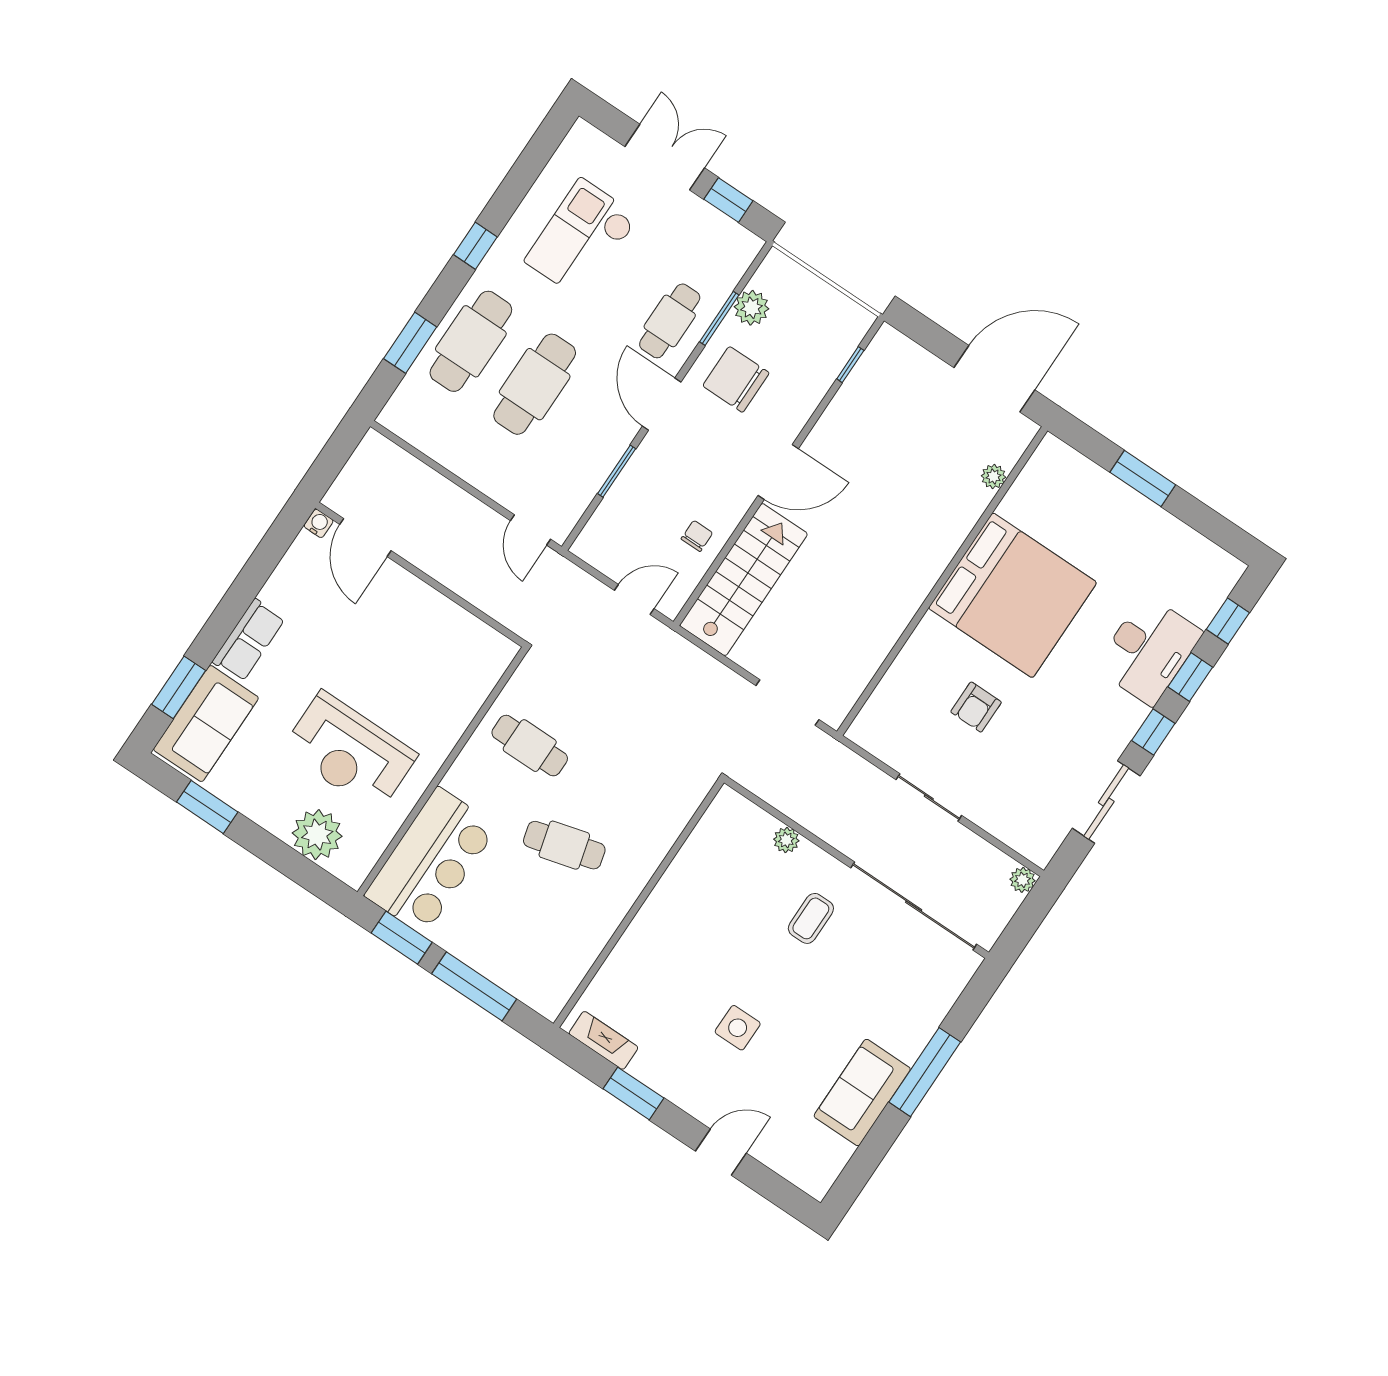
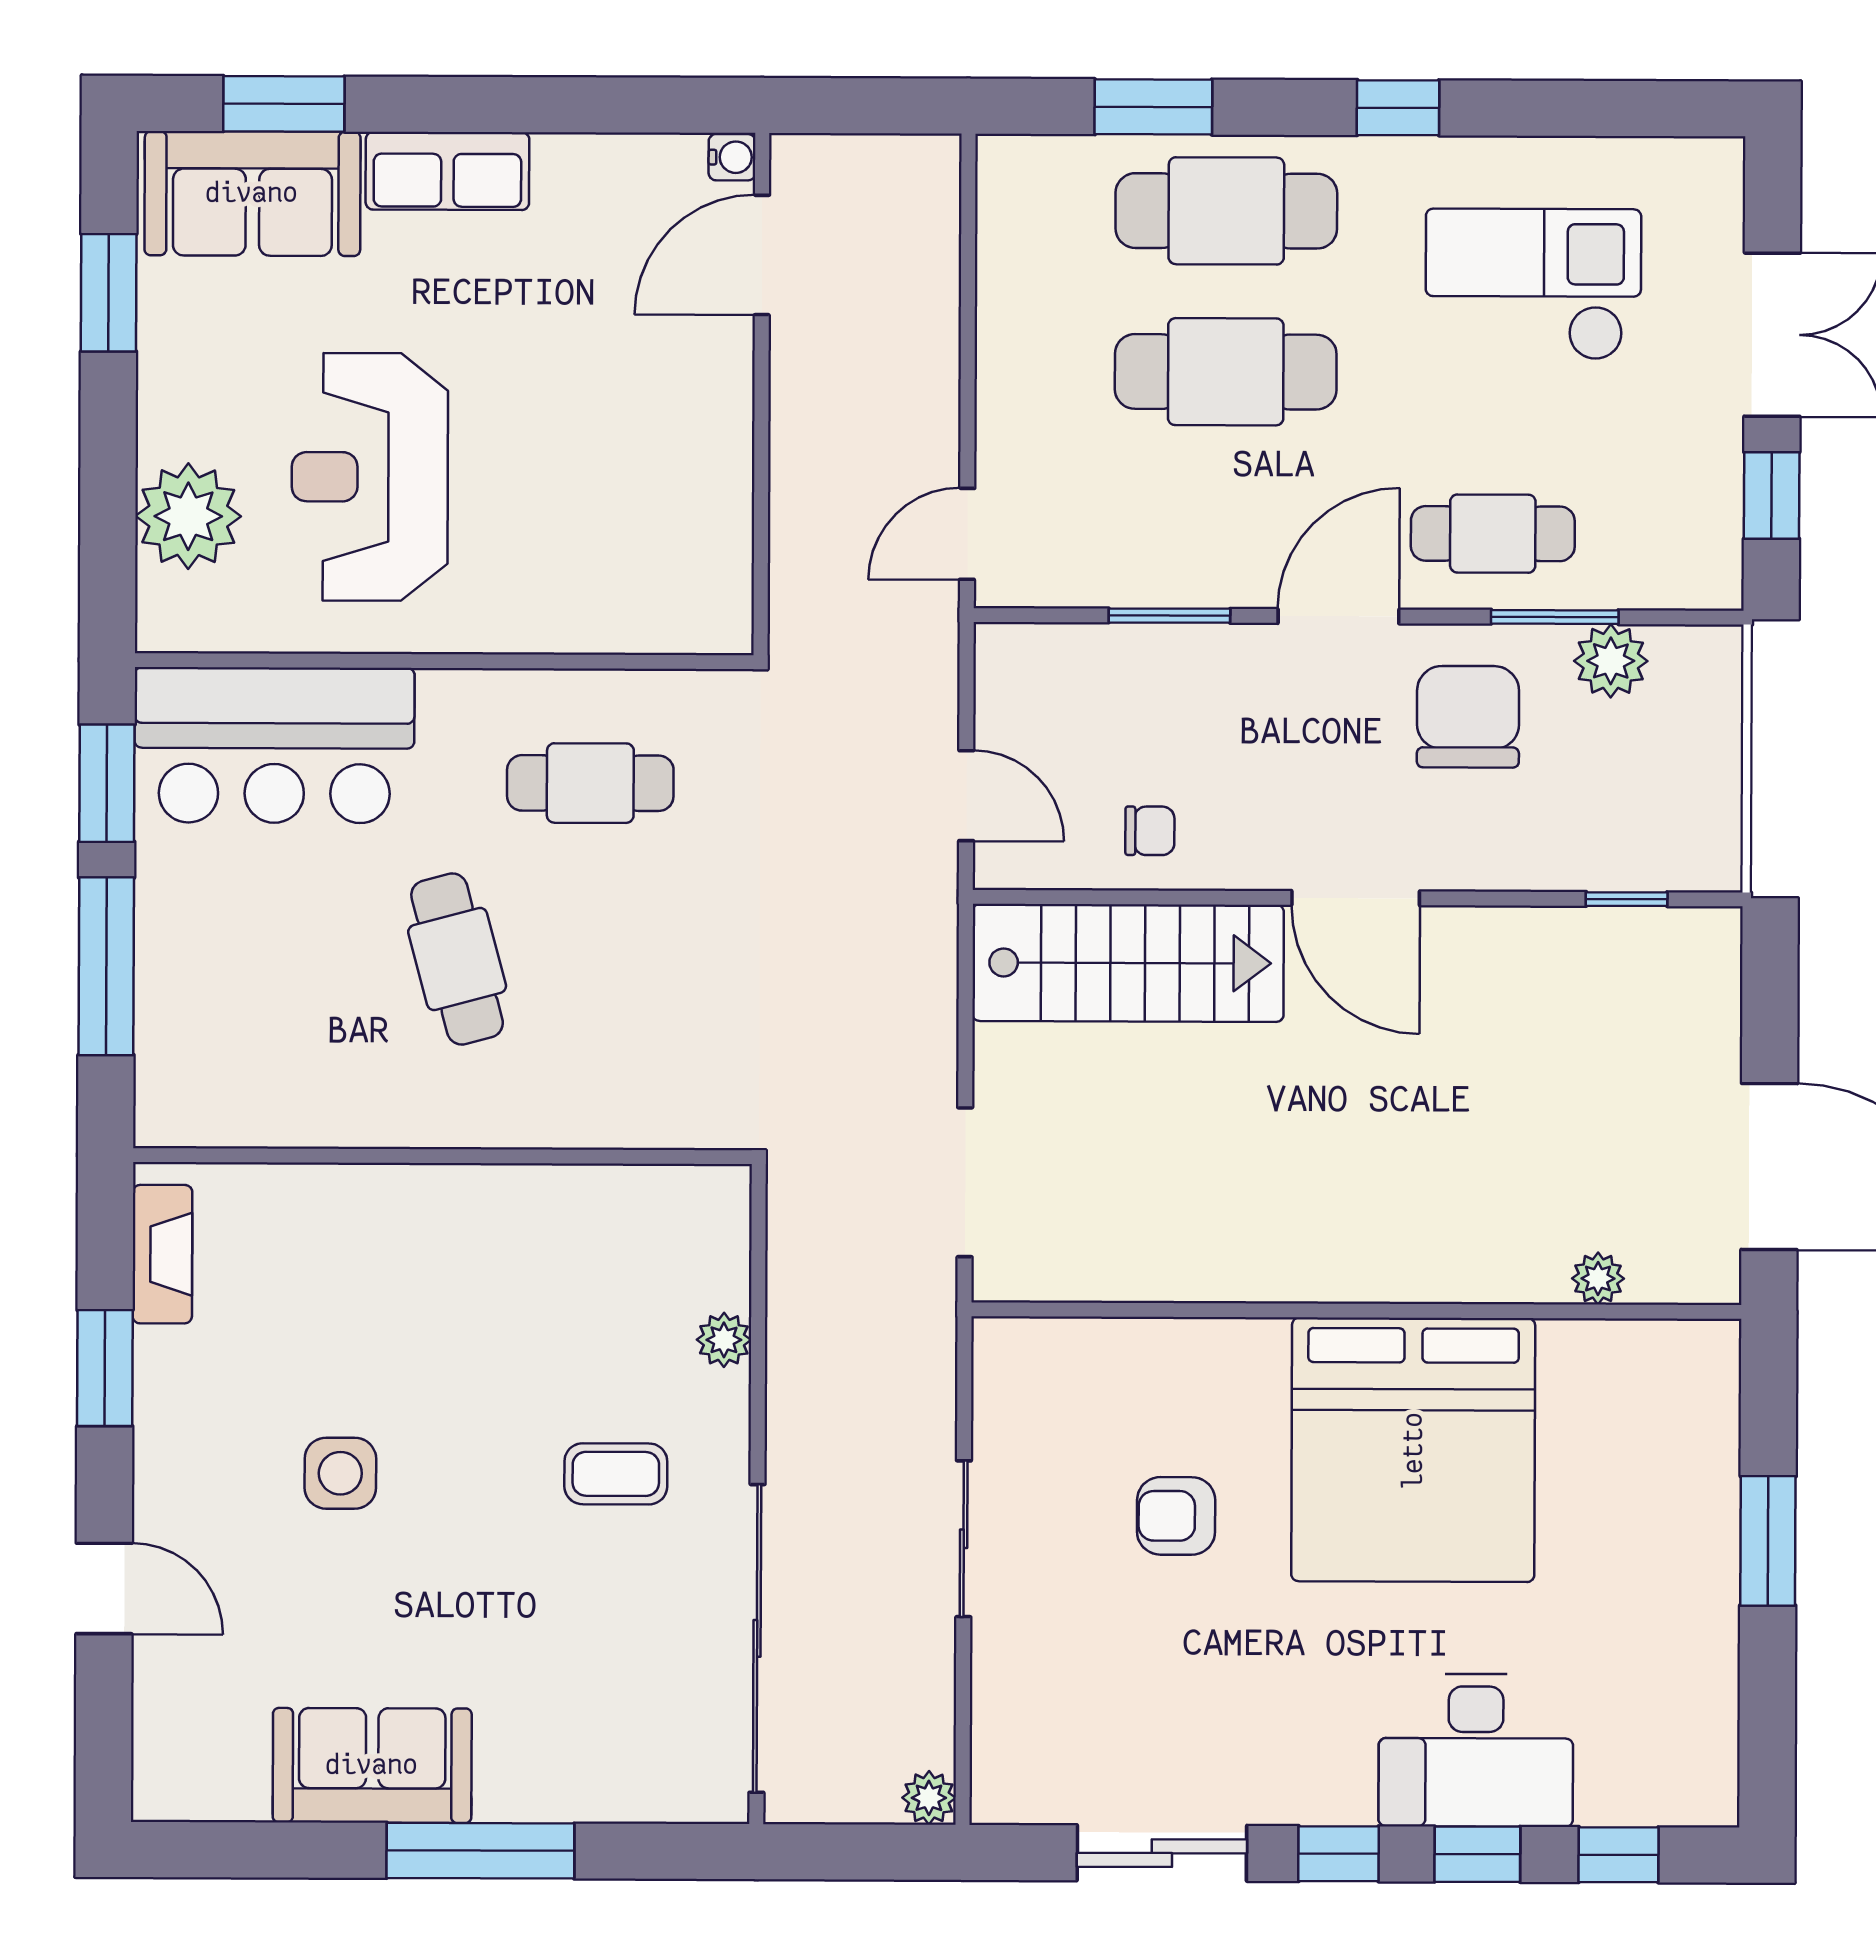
cafe table: (530, 746) -> (590, 783), turned 90

